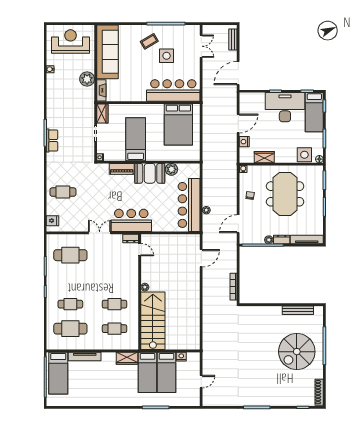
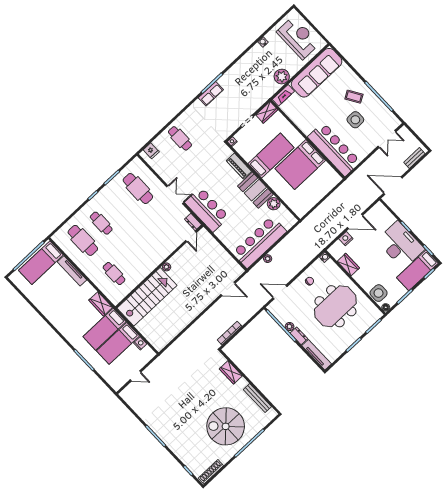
bed: (178, 124) -> (300, 165), moved
cafe table: (115, 304) -> (132, 256), removed
wardrobe: (262, 312) -> (231, 372), added

